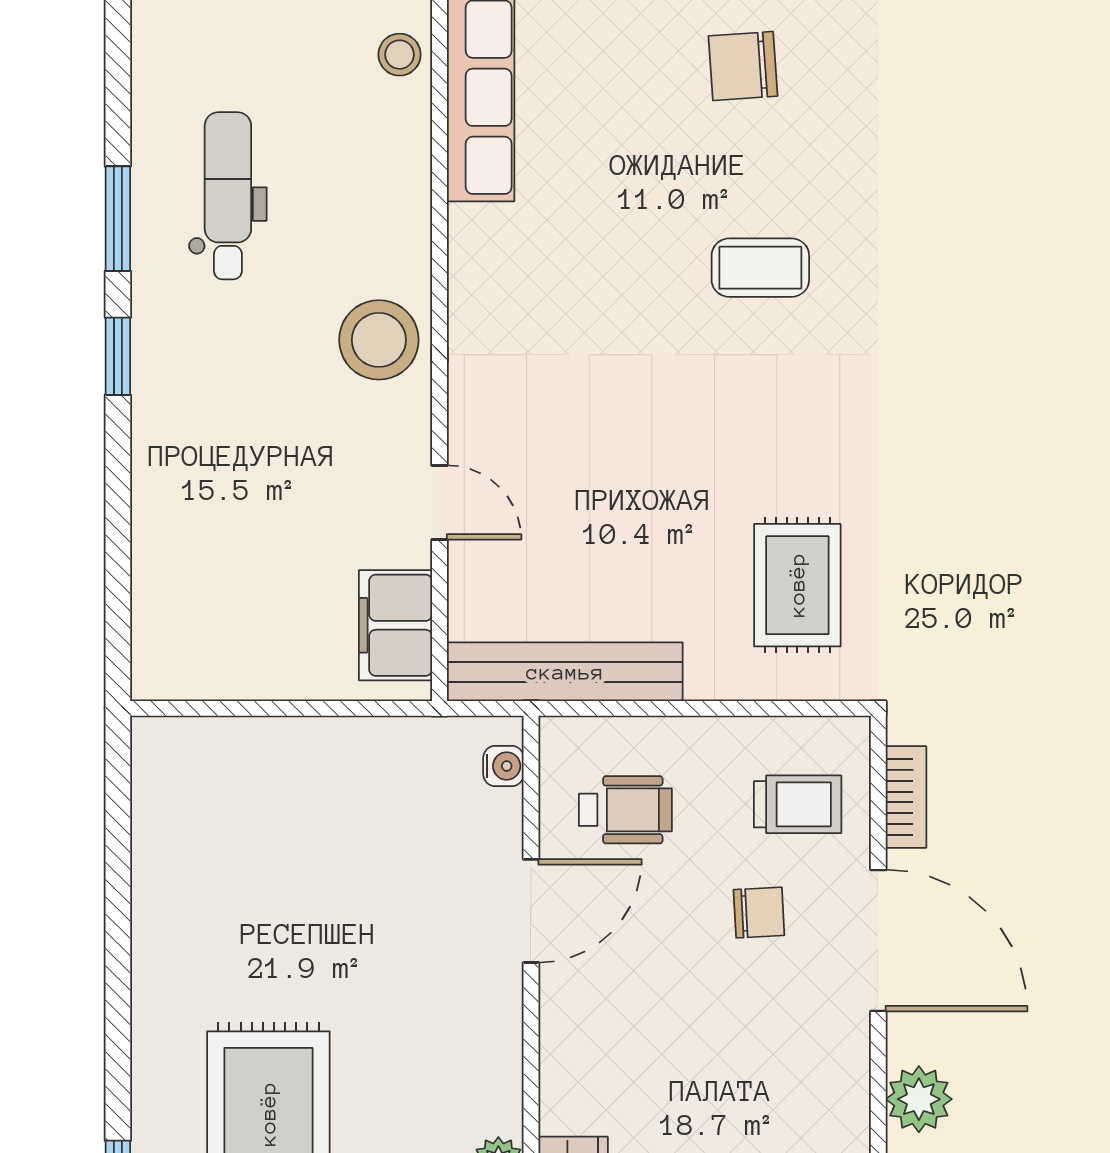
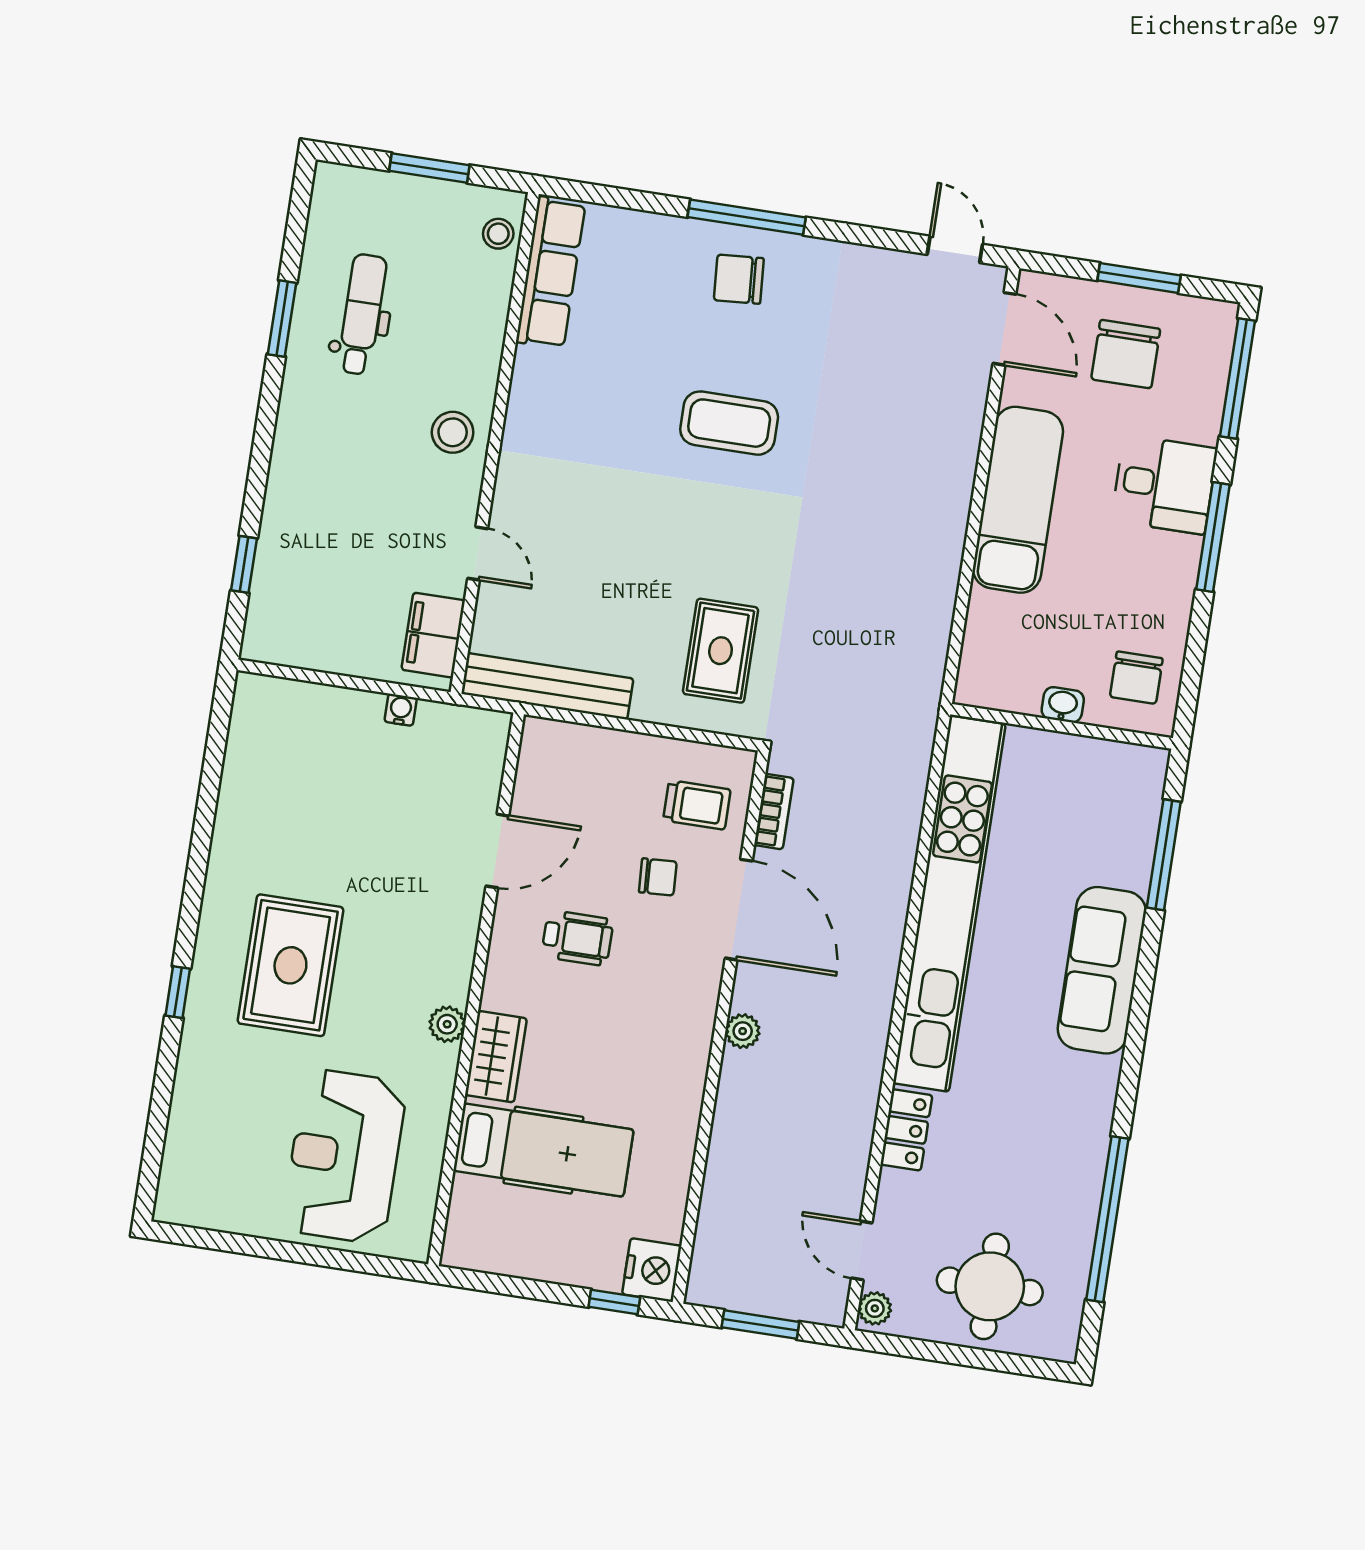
coffee table: (760, 268) -> (729, 423), width x1.36, depth x1.30
stool: (379, 340) -> (453, 432), width x0.73, depth x0.73
window: (118, 356) -> (244, 564), moved
water cooler: (503, 766) -> (401, 710), moved, turned -90
wheelchair: (625, 810) -> (577, 938), moved
plant: (919, 1099) -> (743, 1031), width x0.73, depth x0.73

